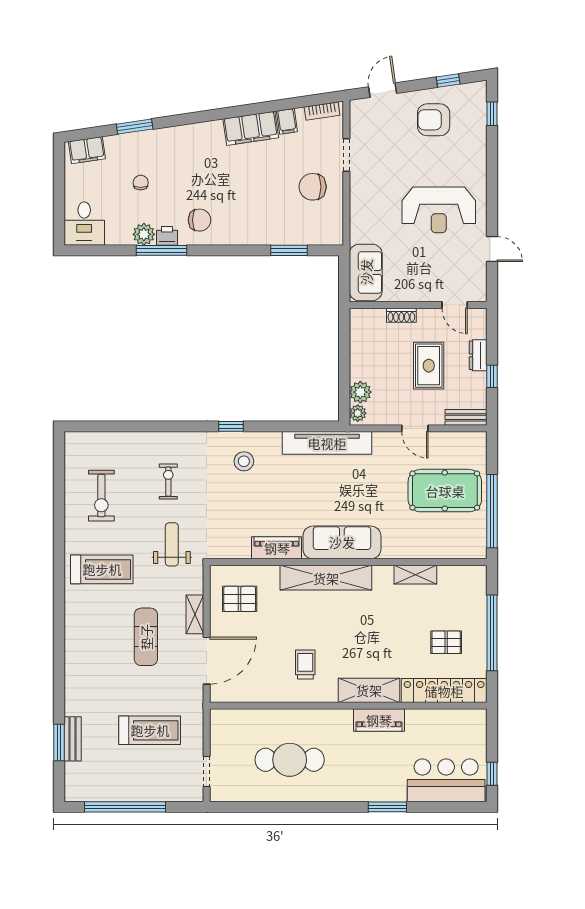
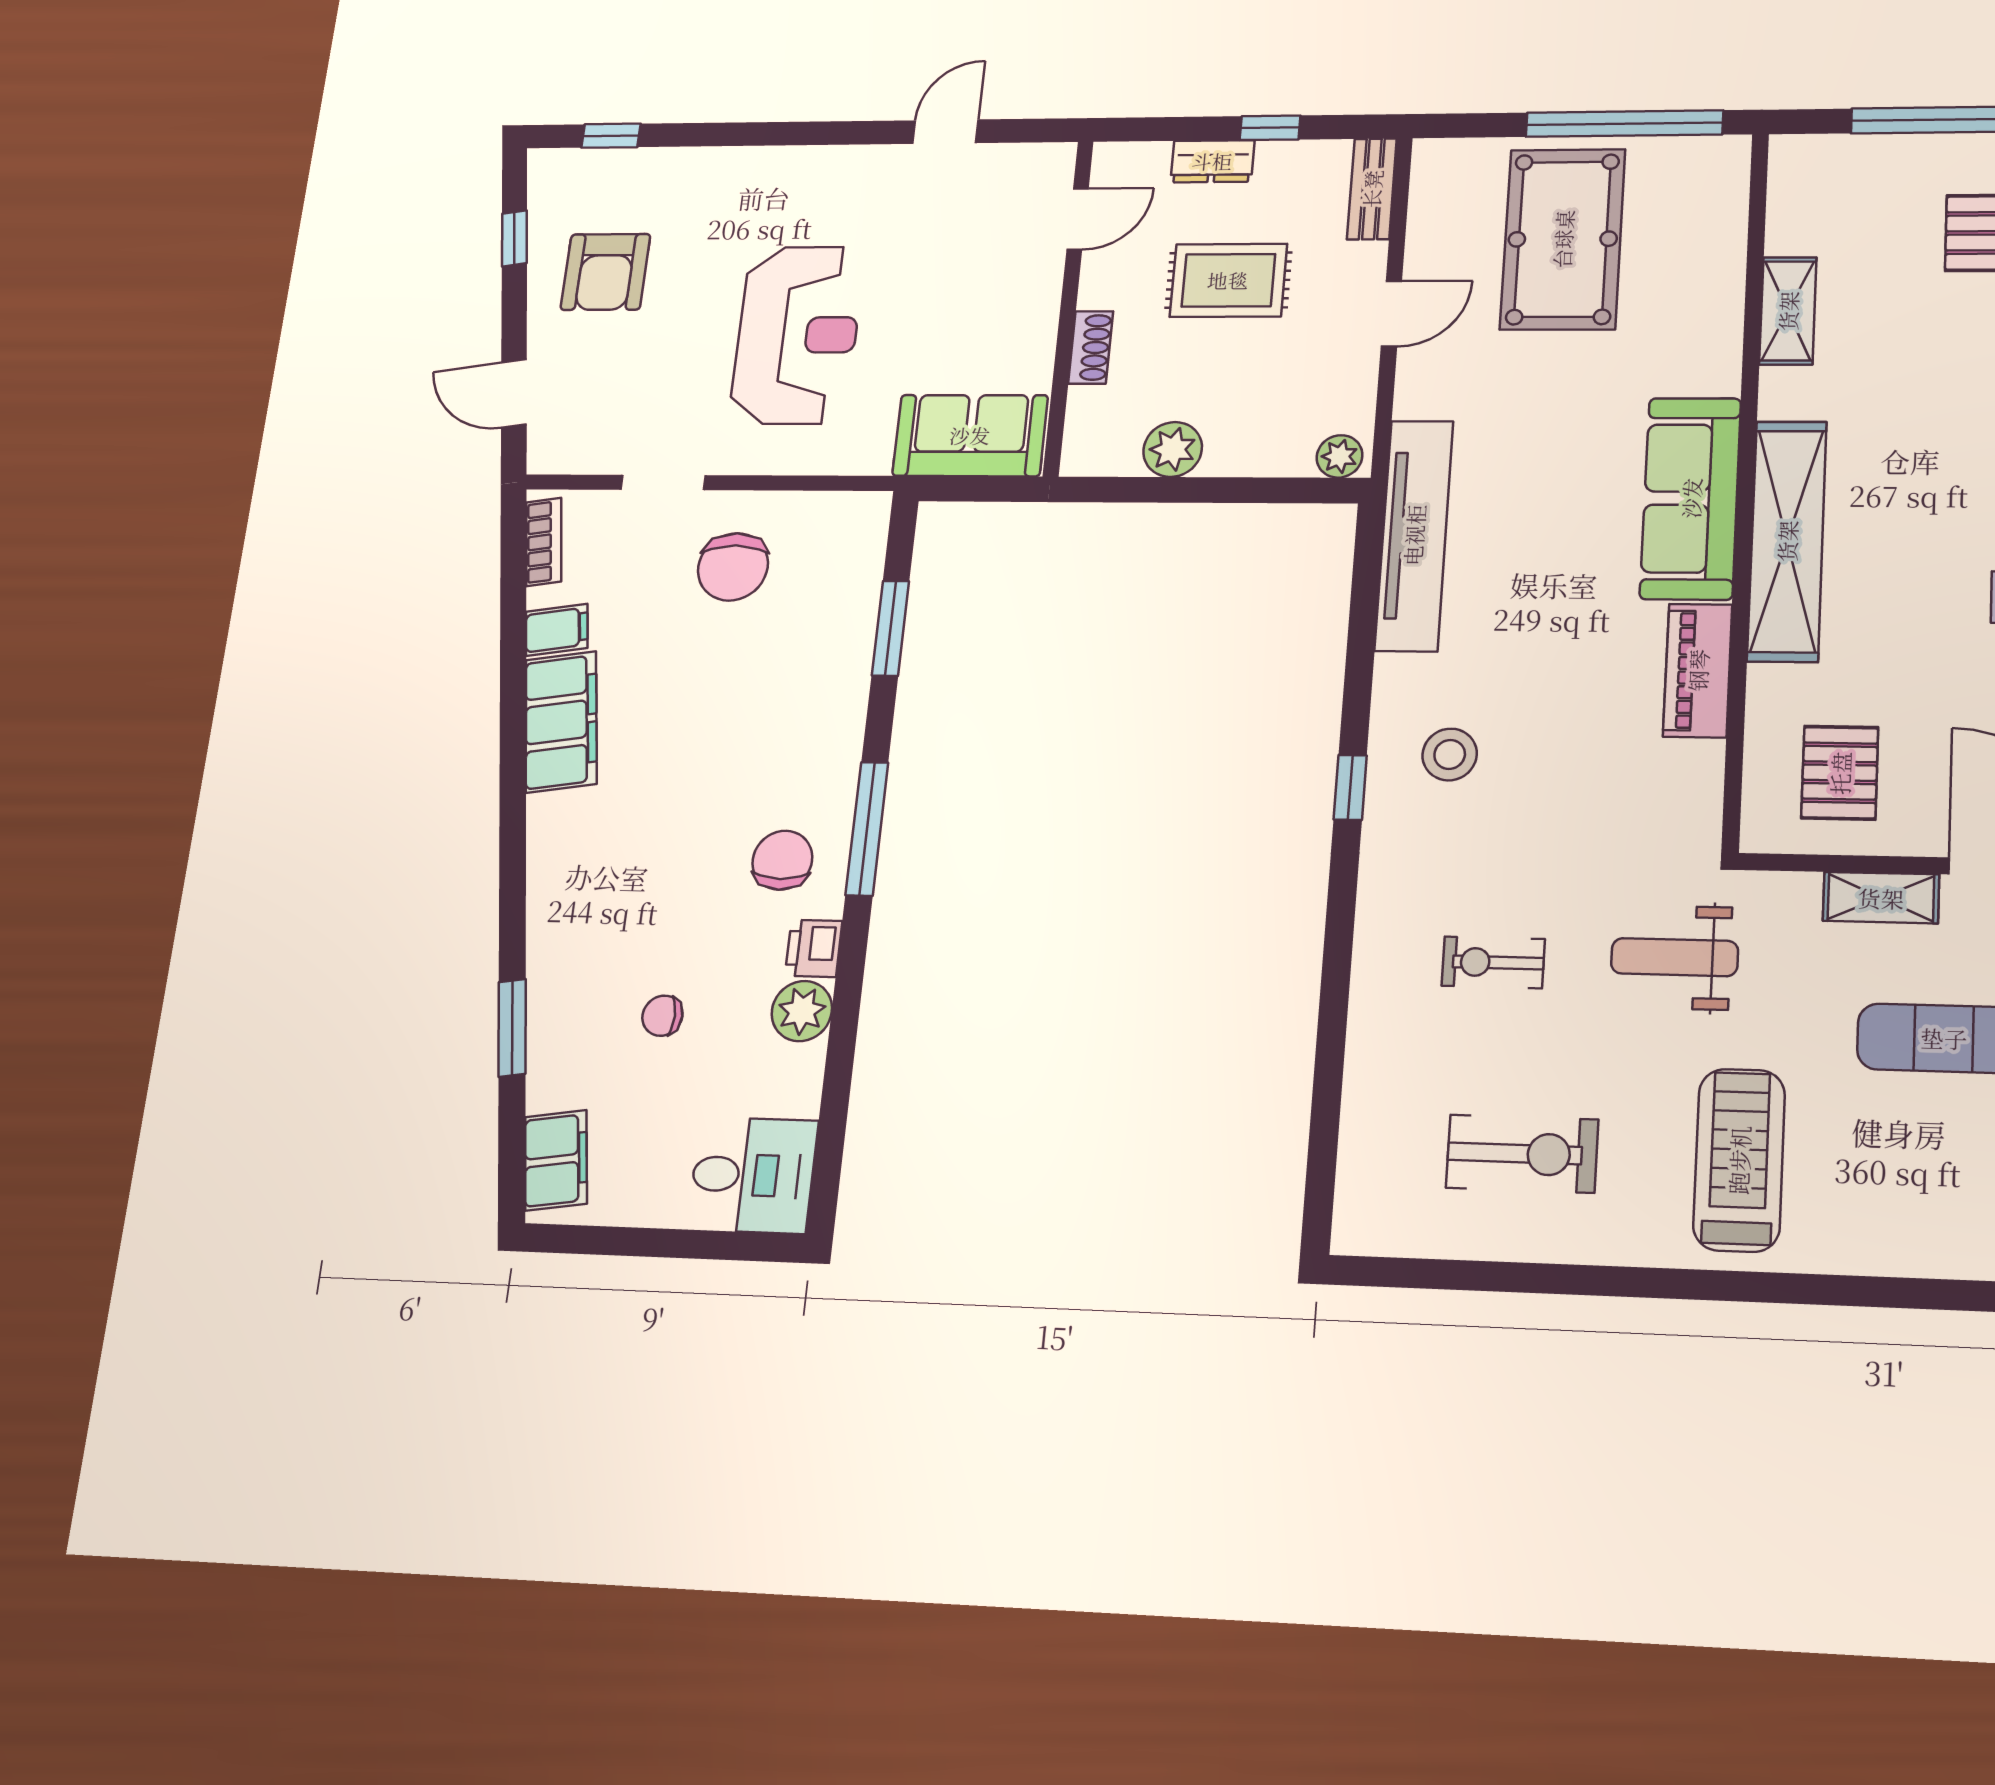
reception desk: (439, 210) -> (797, 335), moved
window: (161, 250) -> (867, 829), moved
plant: (360, 392) -> (1173, 449), moved

